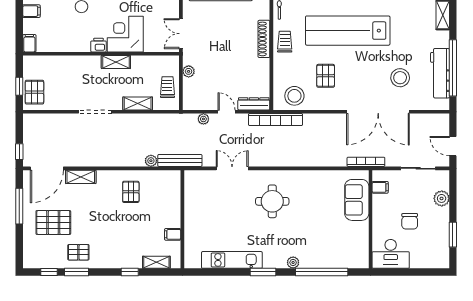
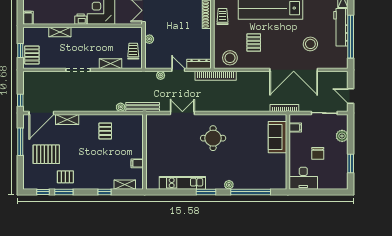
shelving: (116, 62) -> (60, 32), moved
workbench: (440, 73) -> (341, 27), moved

